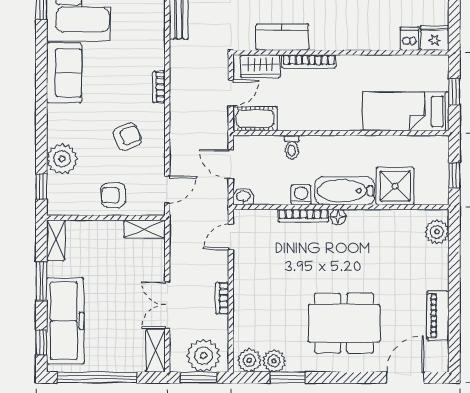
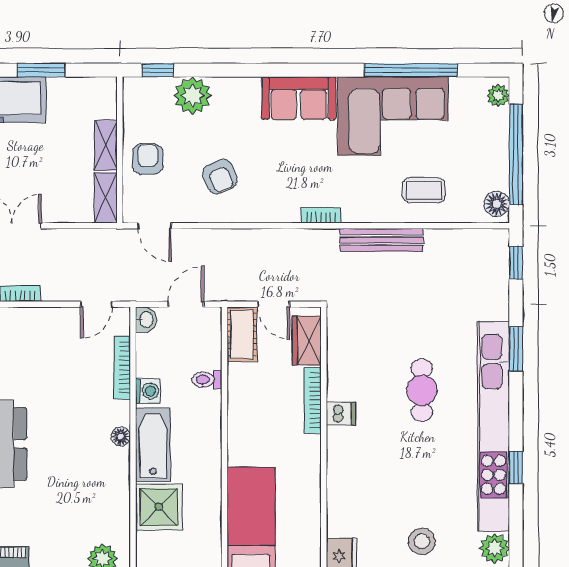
kitchen counter: (282, 37) -> (343, 368), removed
dishwasher: (410, 39) -> (341, 414), moved
bookcase: (159, 87) -> (321, 215), moved
bookcase: (303, 216) -> (122, 368), moved
door: (231, 237) -> (96, 304), swing flipped
shelving: (56, 240) -> (106, 145), moved, turned 90

